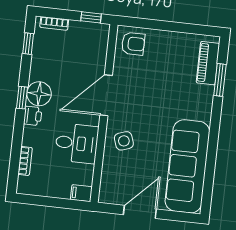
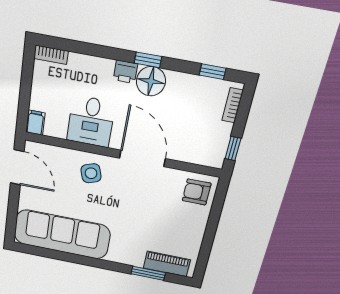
armchair: (133, 44) -> (197, 192), turned 90
bookcase: (25, 161) -> (51, 55), moved
door: (140, 212) -> (17, 167), moved

